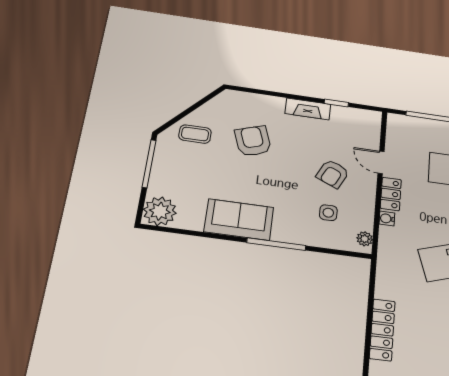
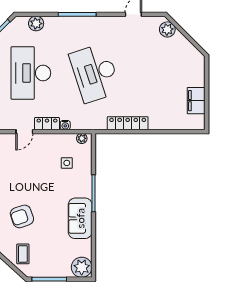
armchair: (333, 174) -> (38, 163), removed
locker: (382, 330) -> (128, 123), moved

